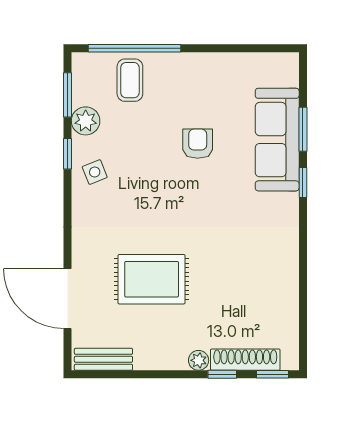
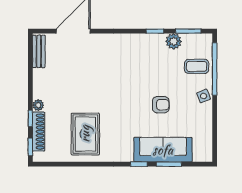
side table: (95, 172) -> (204, 96), moved
rug: (152, 279) -> (85, 134), moved

